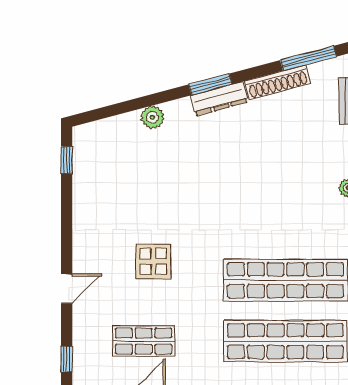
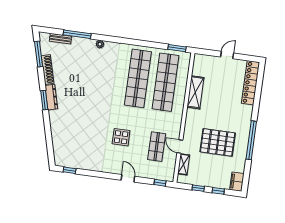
plant: (152, 117) -> (56, 129), removed

